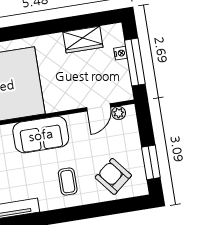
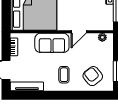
door: (99, 107) -> (79, 32), moved

